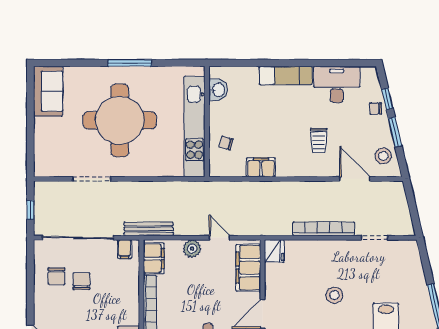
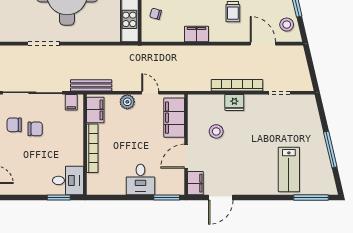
filing cabinet: (261, 167) -> (196, 34), moved
fridge: (274, 251) -> (234, 102), moved, turned 90
chair: (56, 276) -> (14, 125), turned 90
chair: (81, 281) -> (35, 129), turned 90
stool: (334, 295) -> (216, 131), moved

